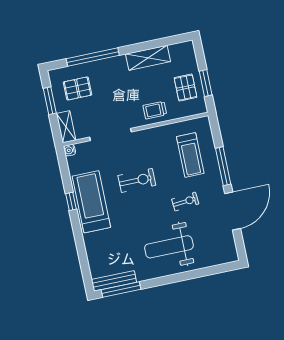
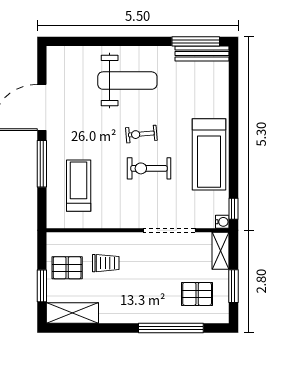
shelving: (148, 58) -> (72, 313), moved
window: (206, 83) -> (42, 286), moved
pallet: (185, 88) -> (67, 268), turned 90
trolley: (155, 110) -> (106, 263), moved
window: (71, 201) -> (233, 209), moved
exercise bike: (185, 202) -> (141, 134), moved

